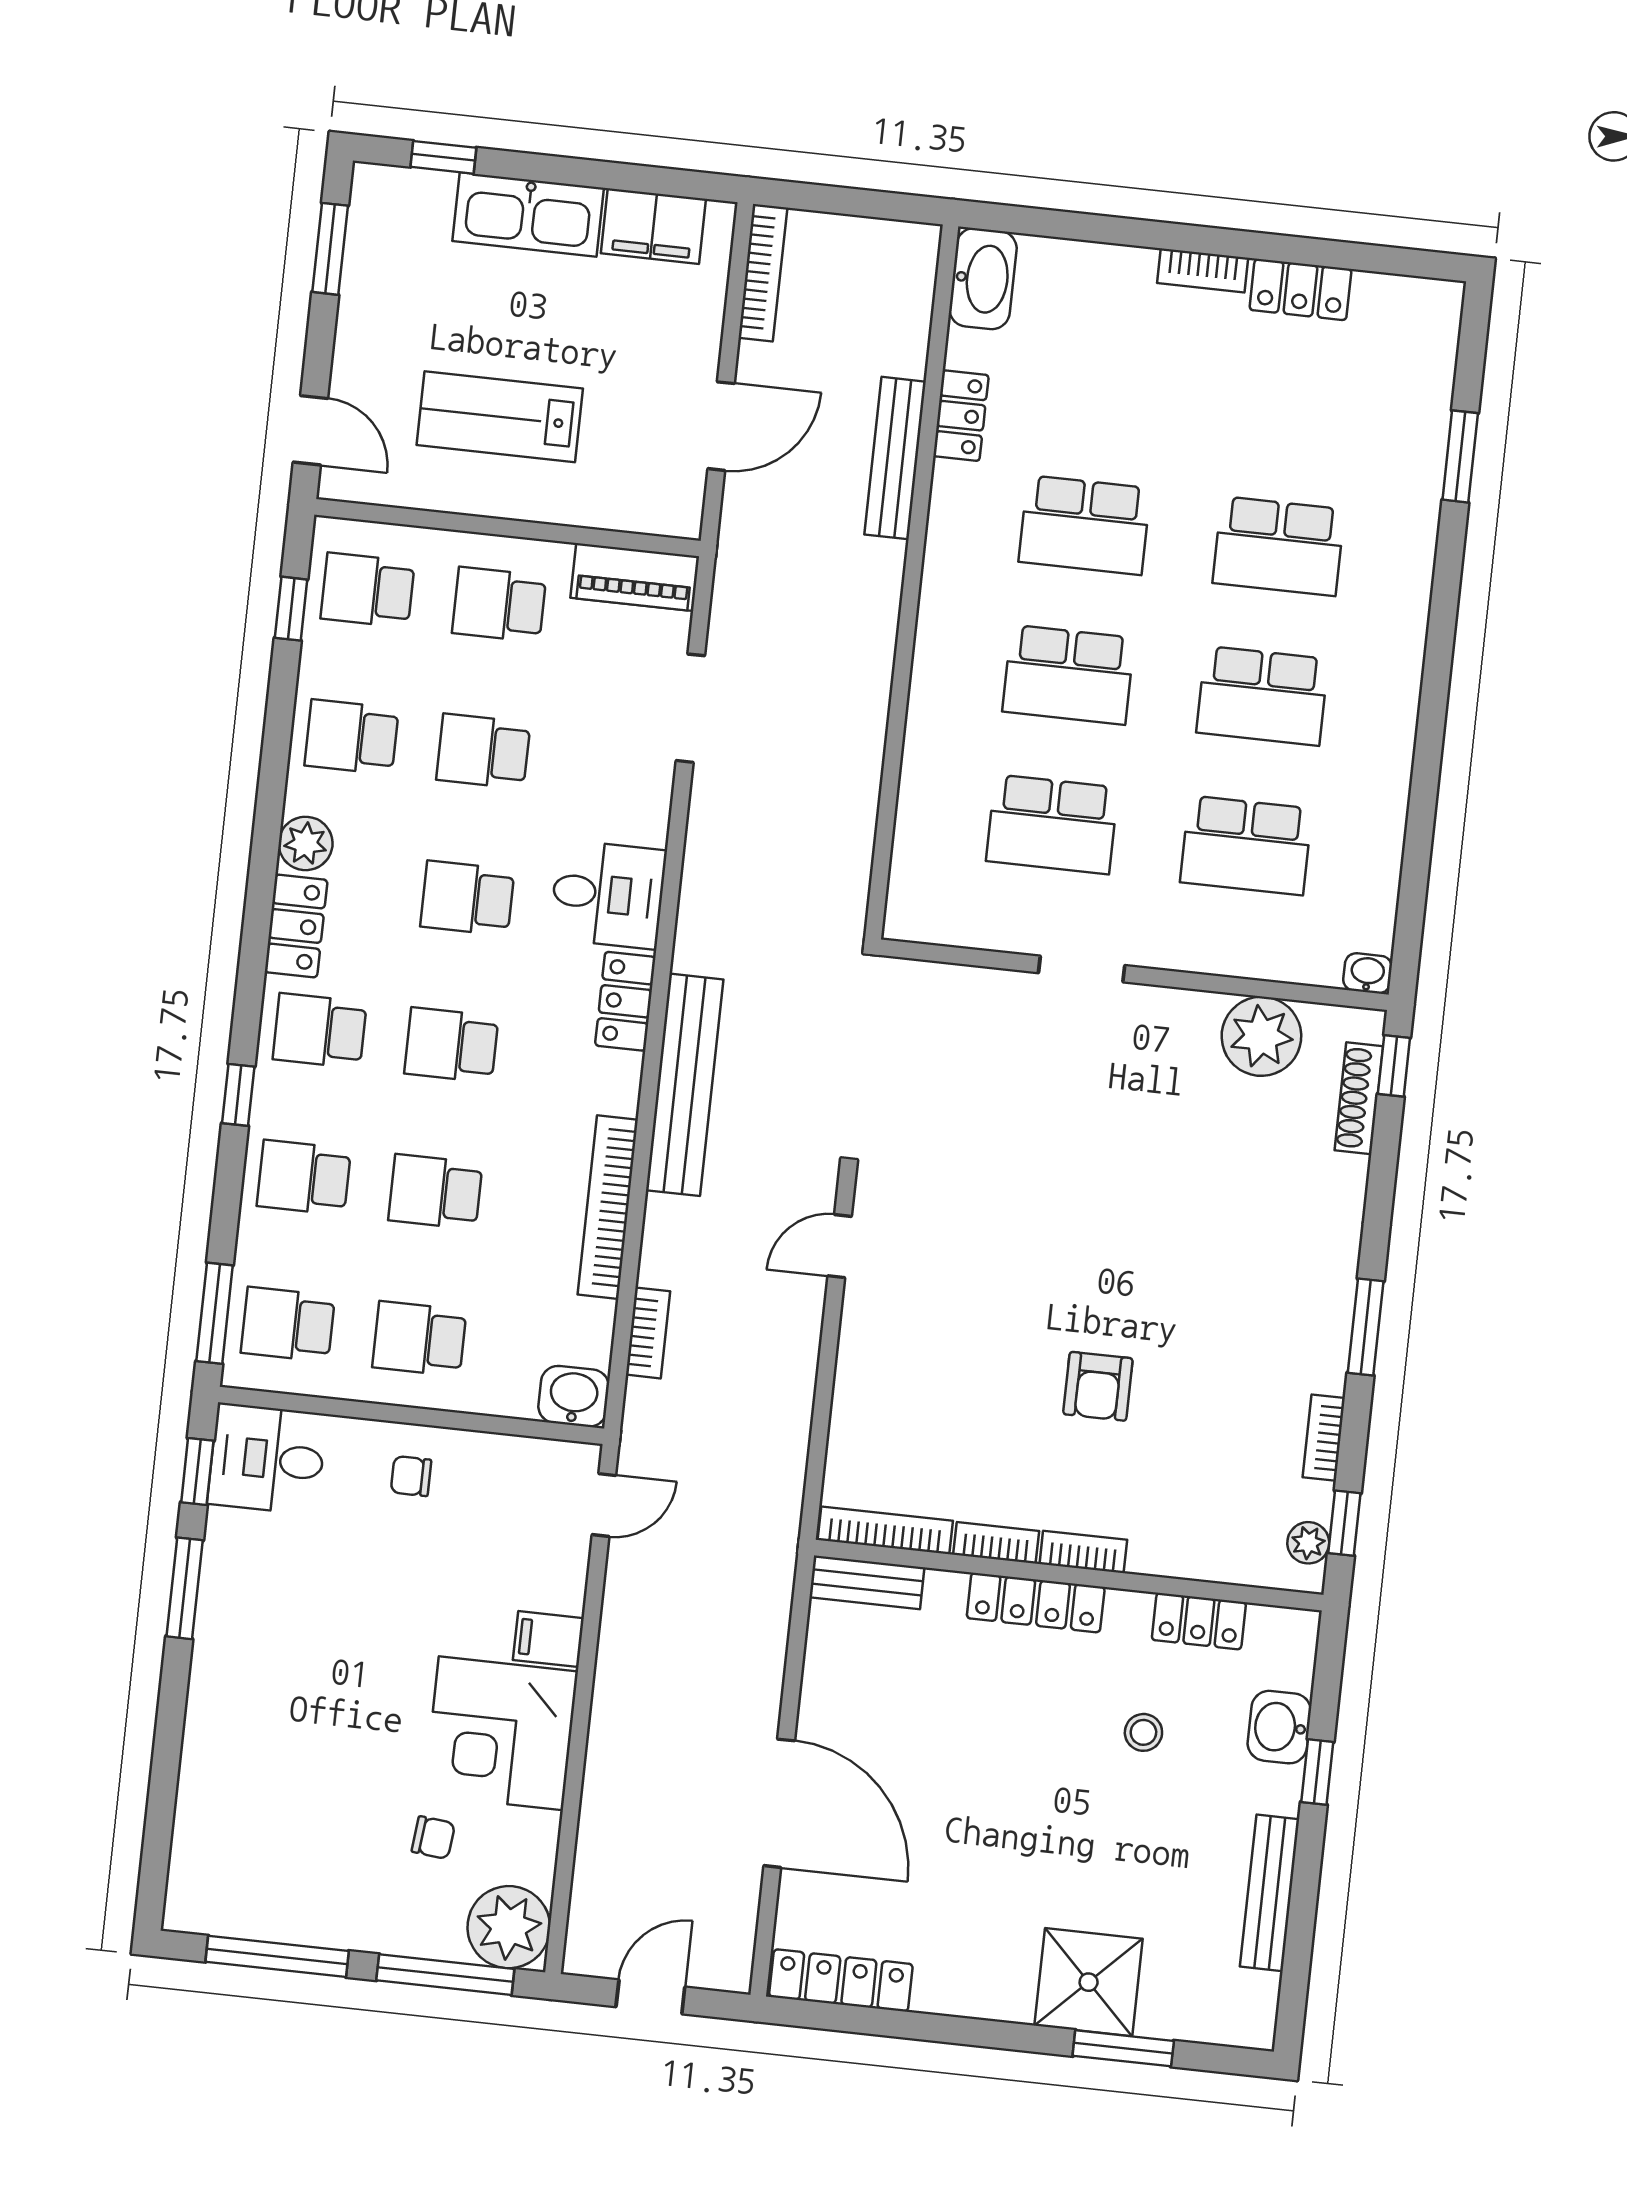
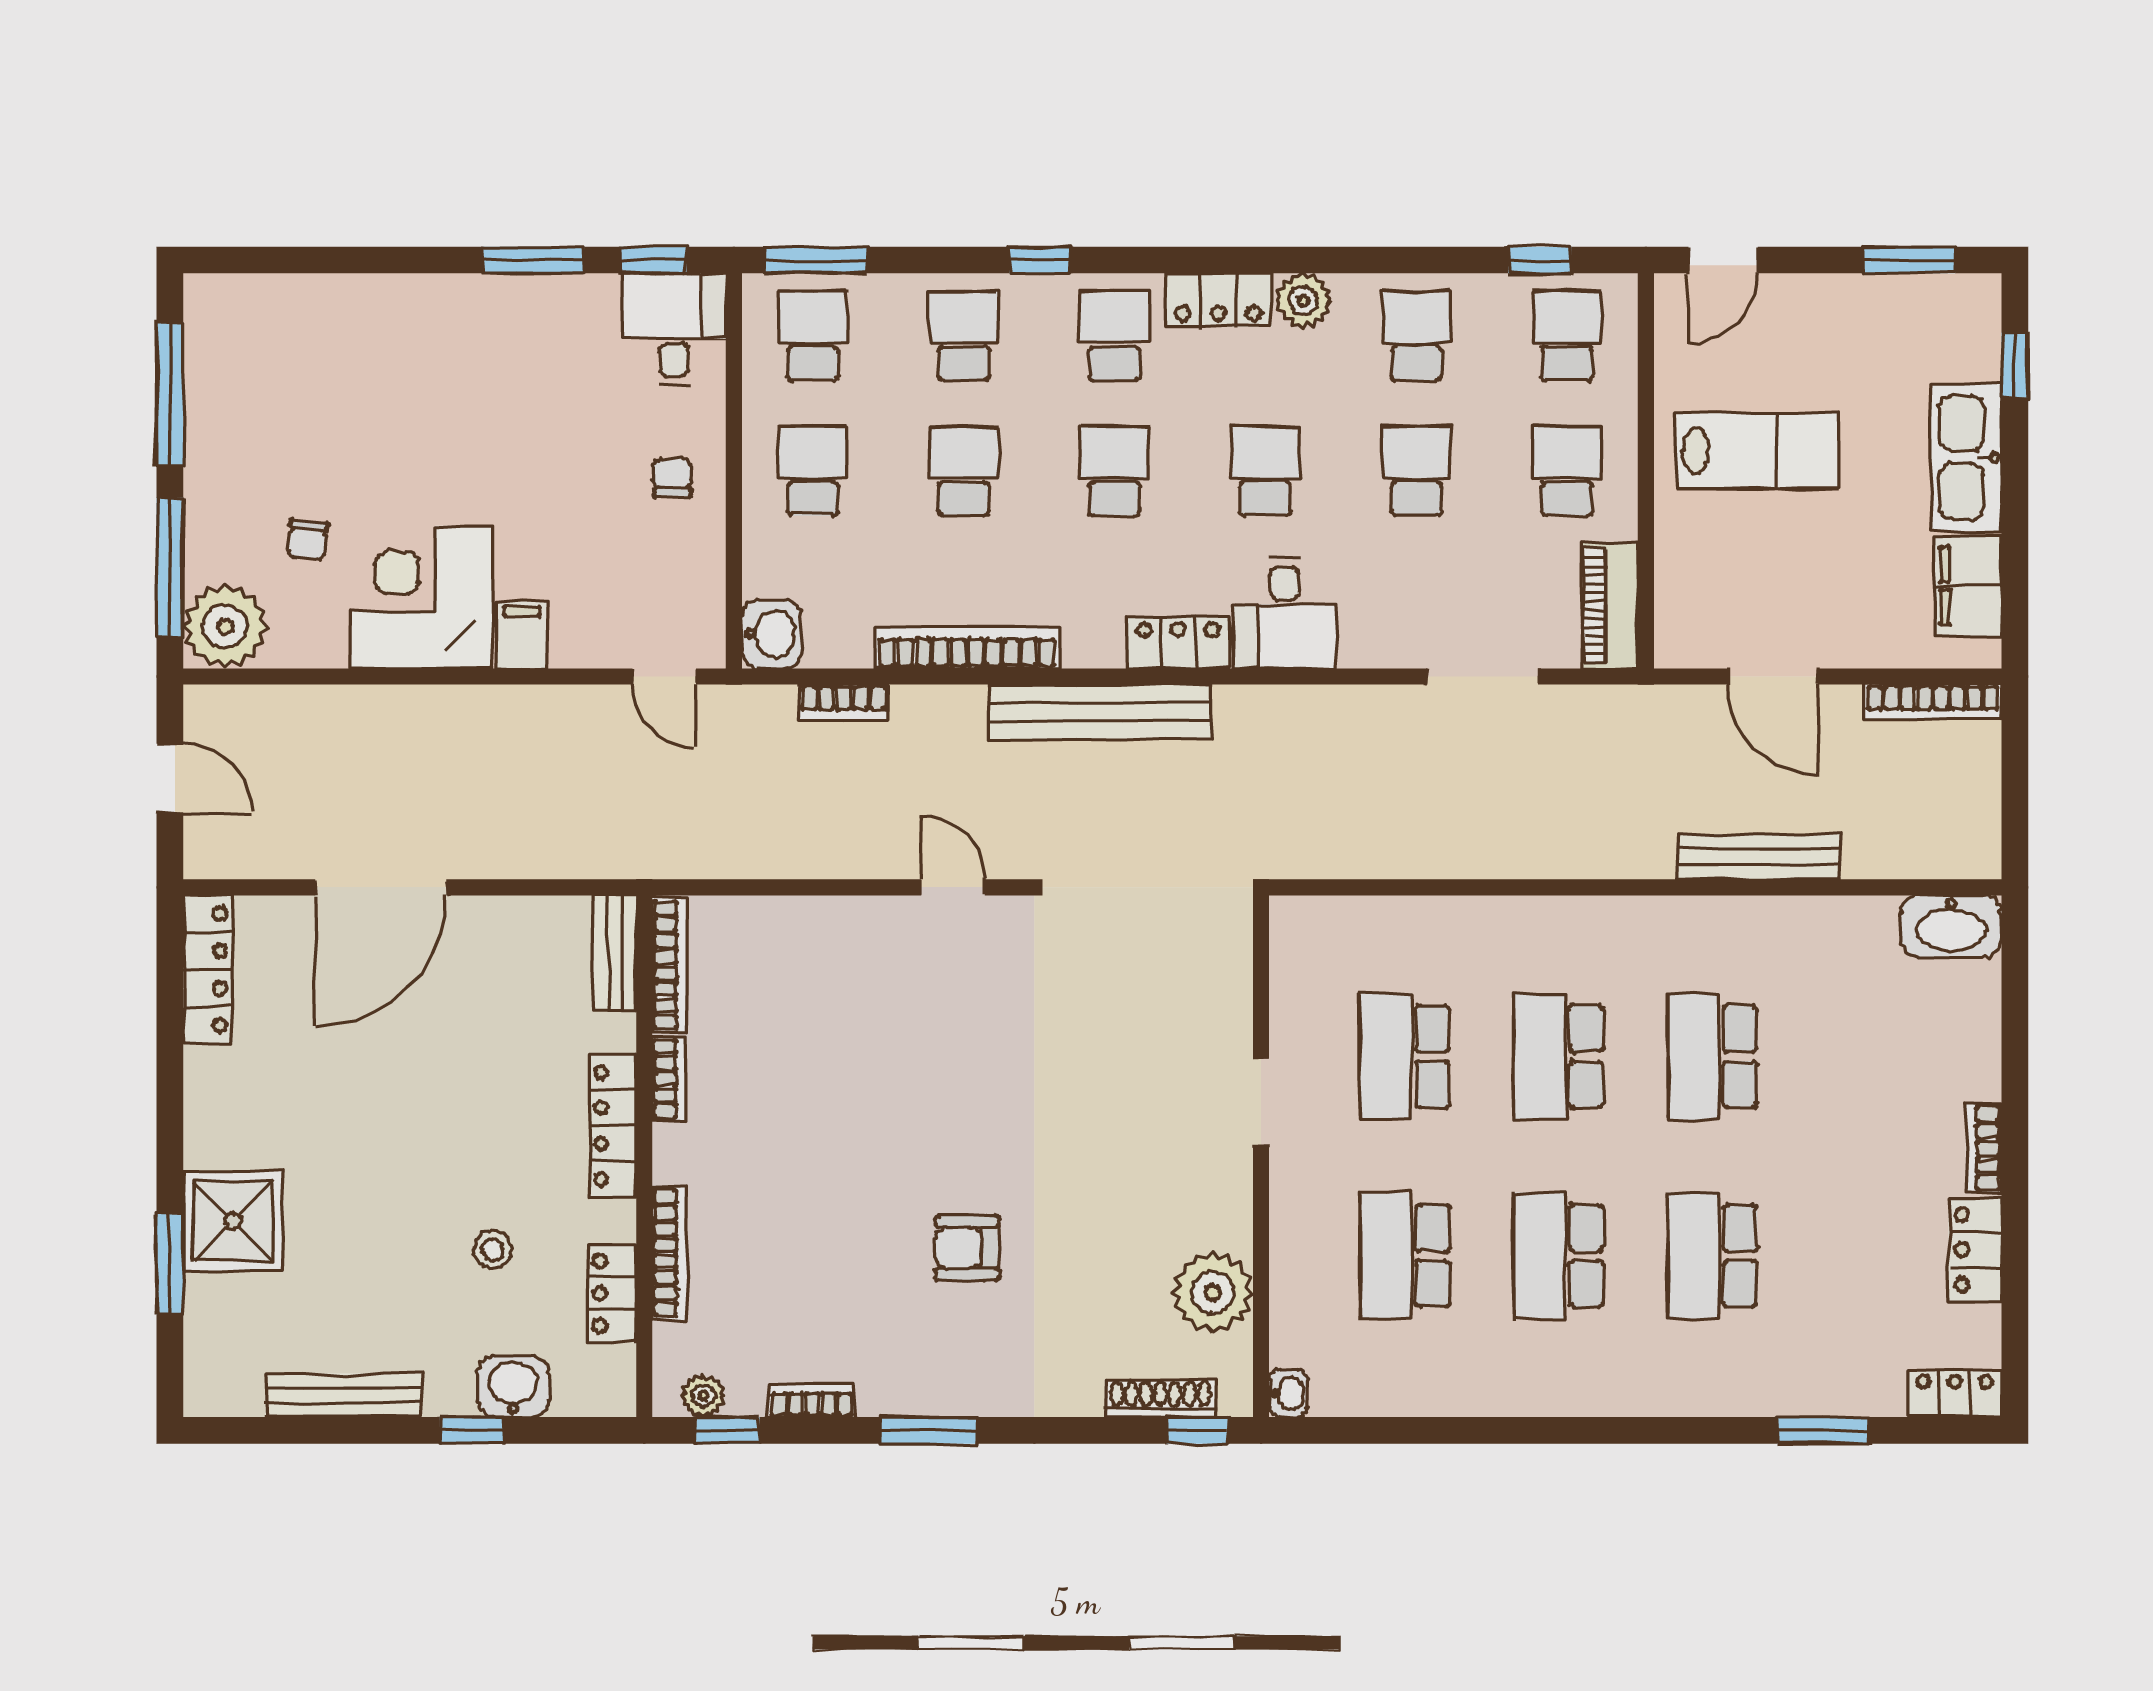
locker: (961, 416) -> (1955, 1394), moved, turned 180
lab bench: (500, 417) -> (1758, 451), turned 90
armchair: (1098, 1386) -> (967, 1248), moved
bookcase: (1083, 1552) -> (669, 1253), moved, width x1.56

